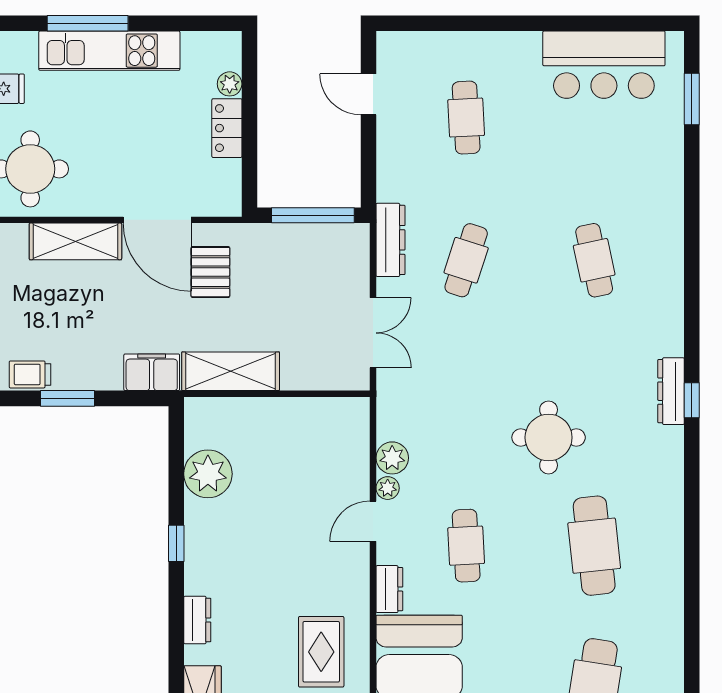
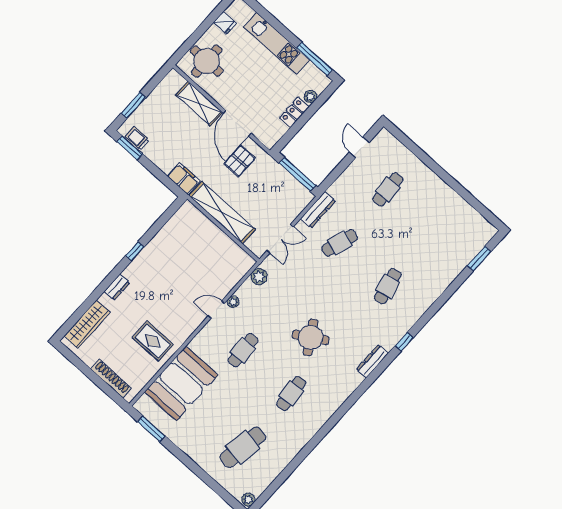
window: (88, 23) -> (315, 59), moved
bar counter: (604, 65) -> (458, 216), removed
shelving: (231, 371) -> (222, 213), width x1.47
window: (67, 398) -> (130, 148), moved
window: (692, 400) -> (404, 342), moved
round table: (549, 437) -> (311, 337), turned -31
plant: (392, 458) -> (259, 277), moved
plant: (208, 474) -> (170, 236), removed
cafe table: (594, 546) -> (291, 393), width x0.73, depth x0.74
dresser: (389, 589) -> (200, 340), removed
rug: (321, 652) -> (153, 341), turned 90

